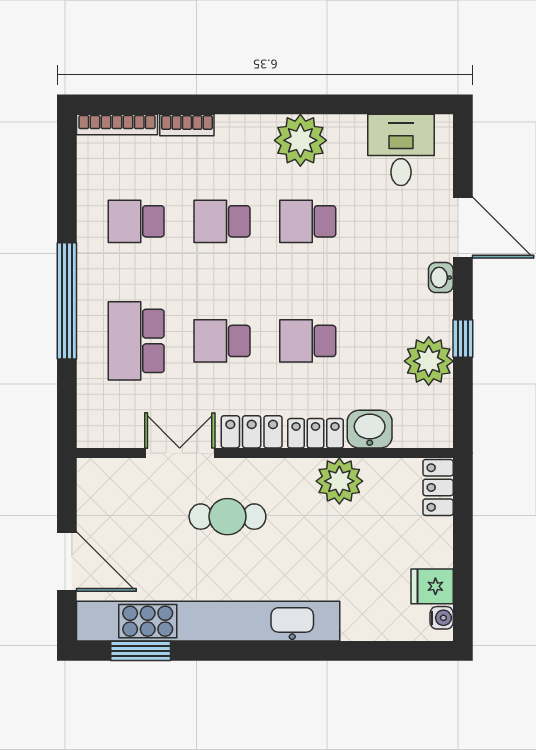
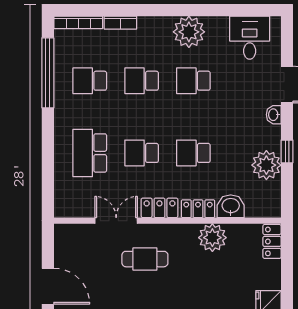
window: (67, 301) -> (48, 73), moved

